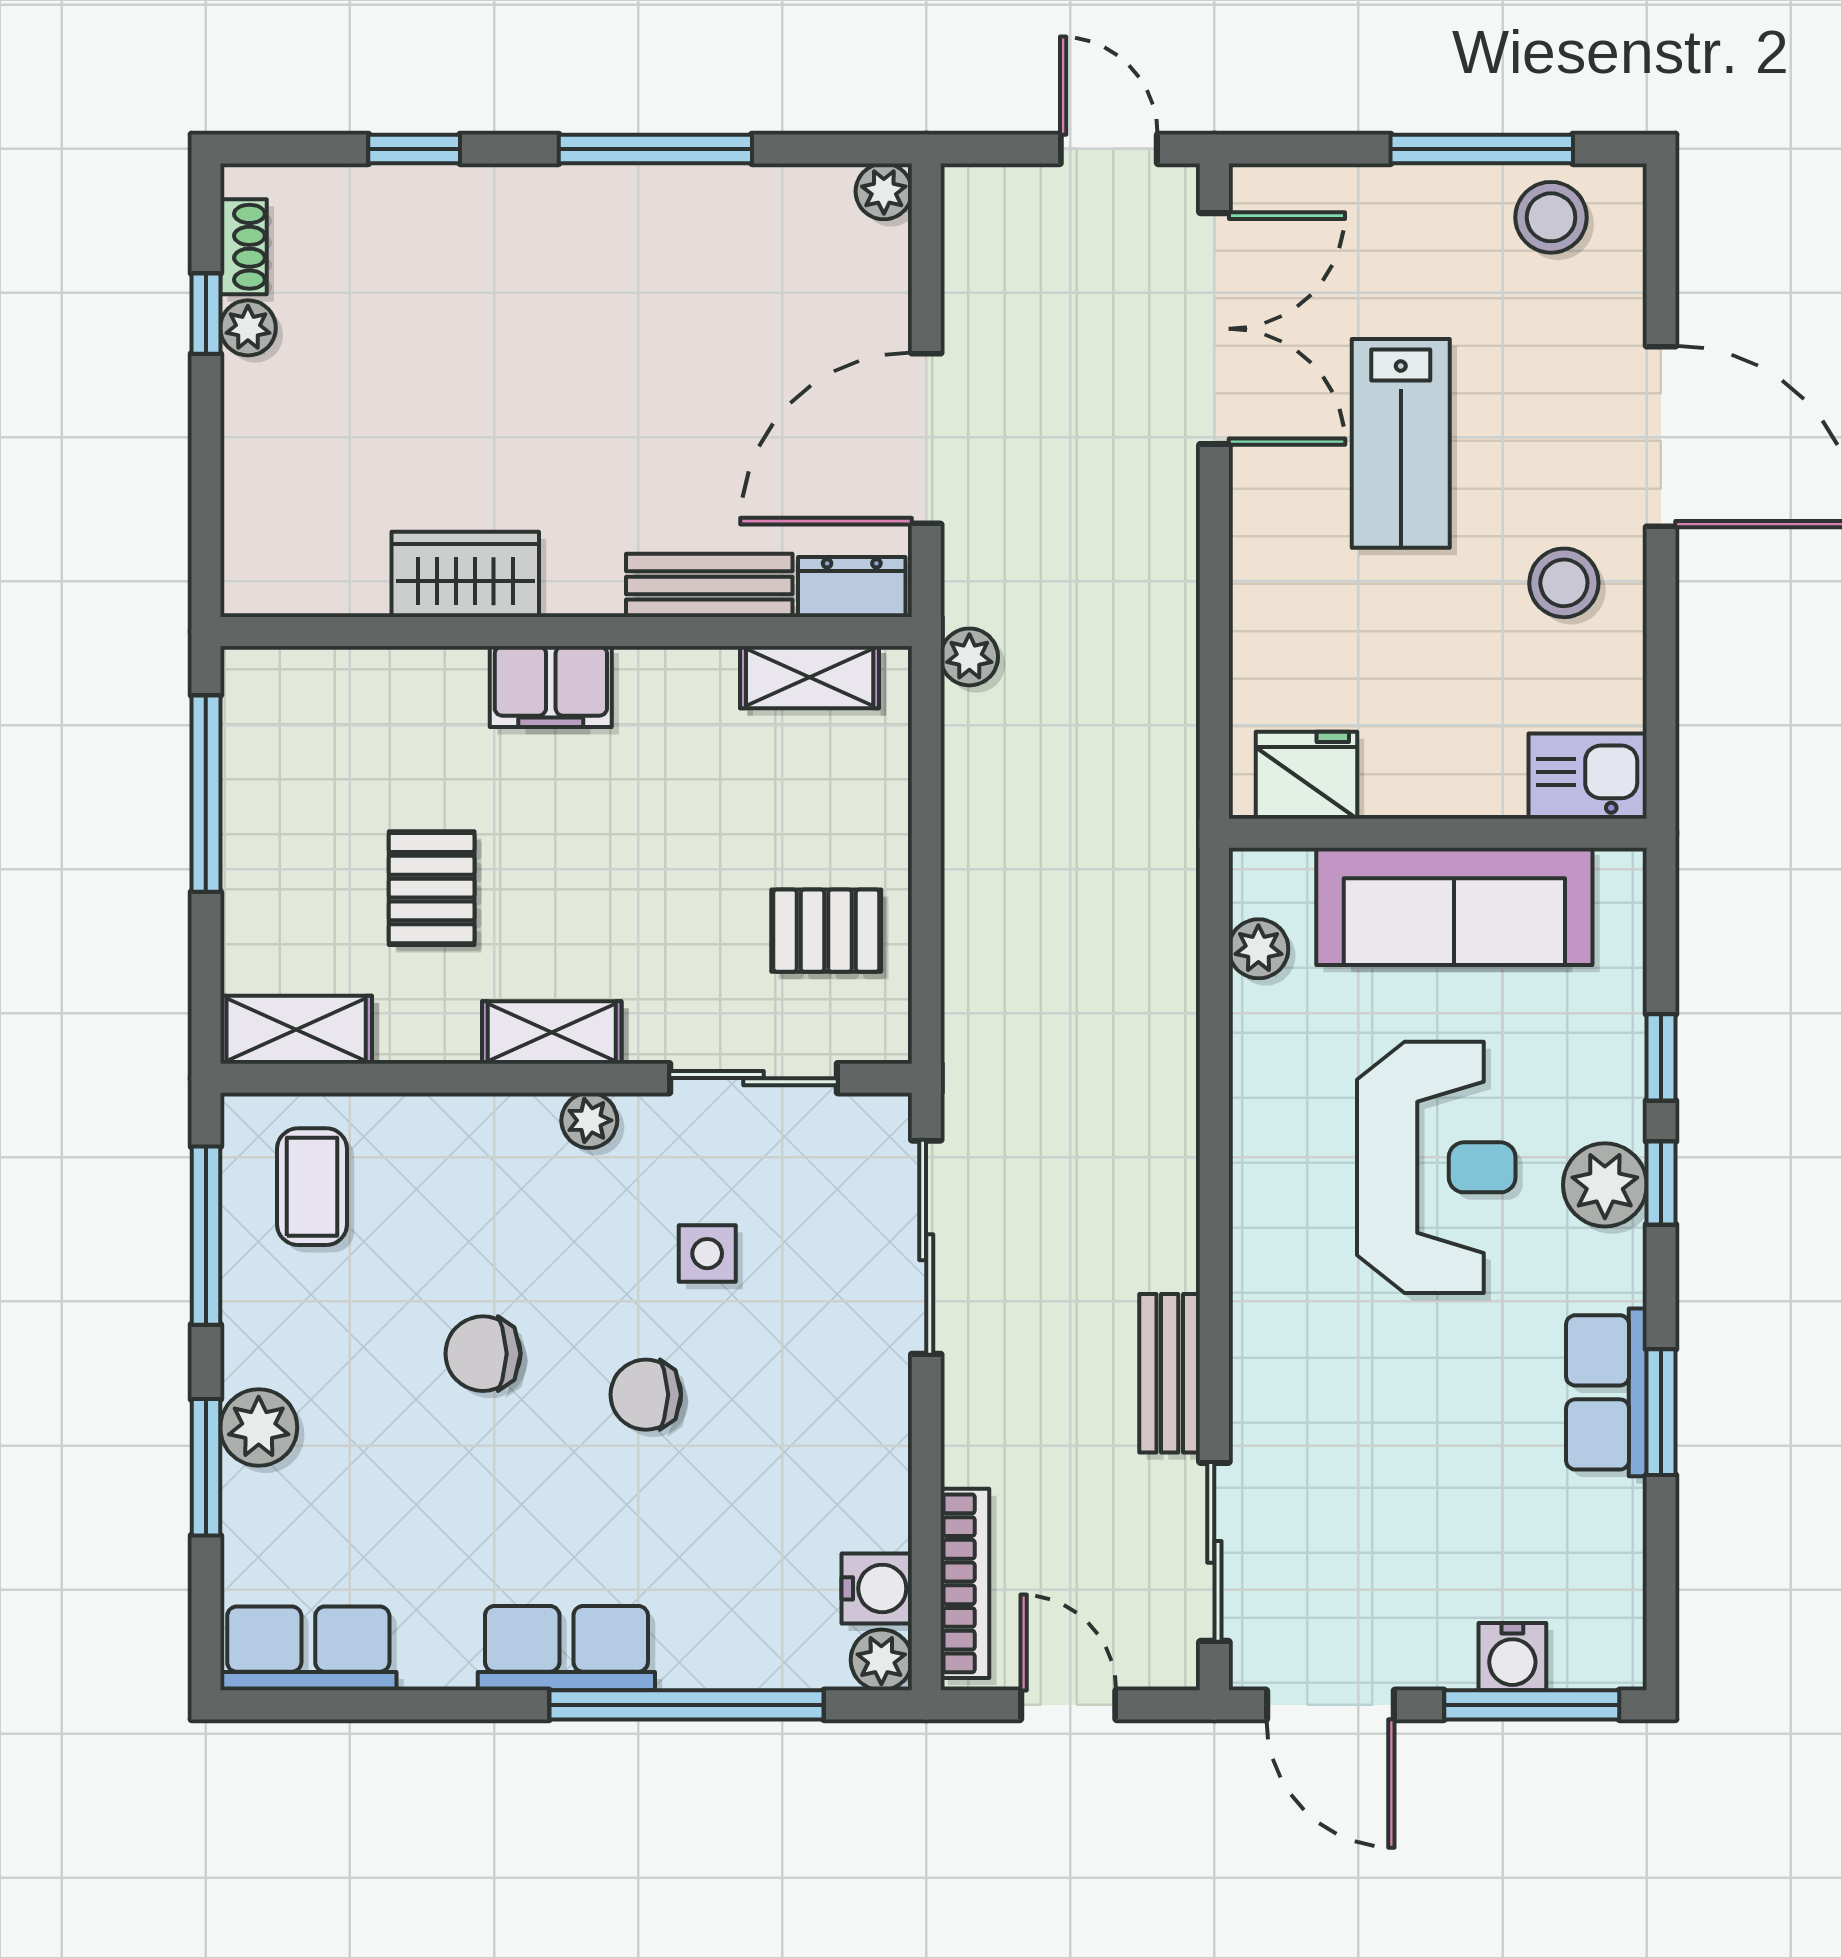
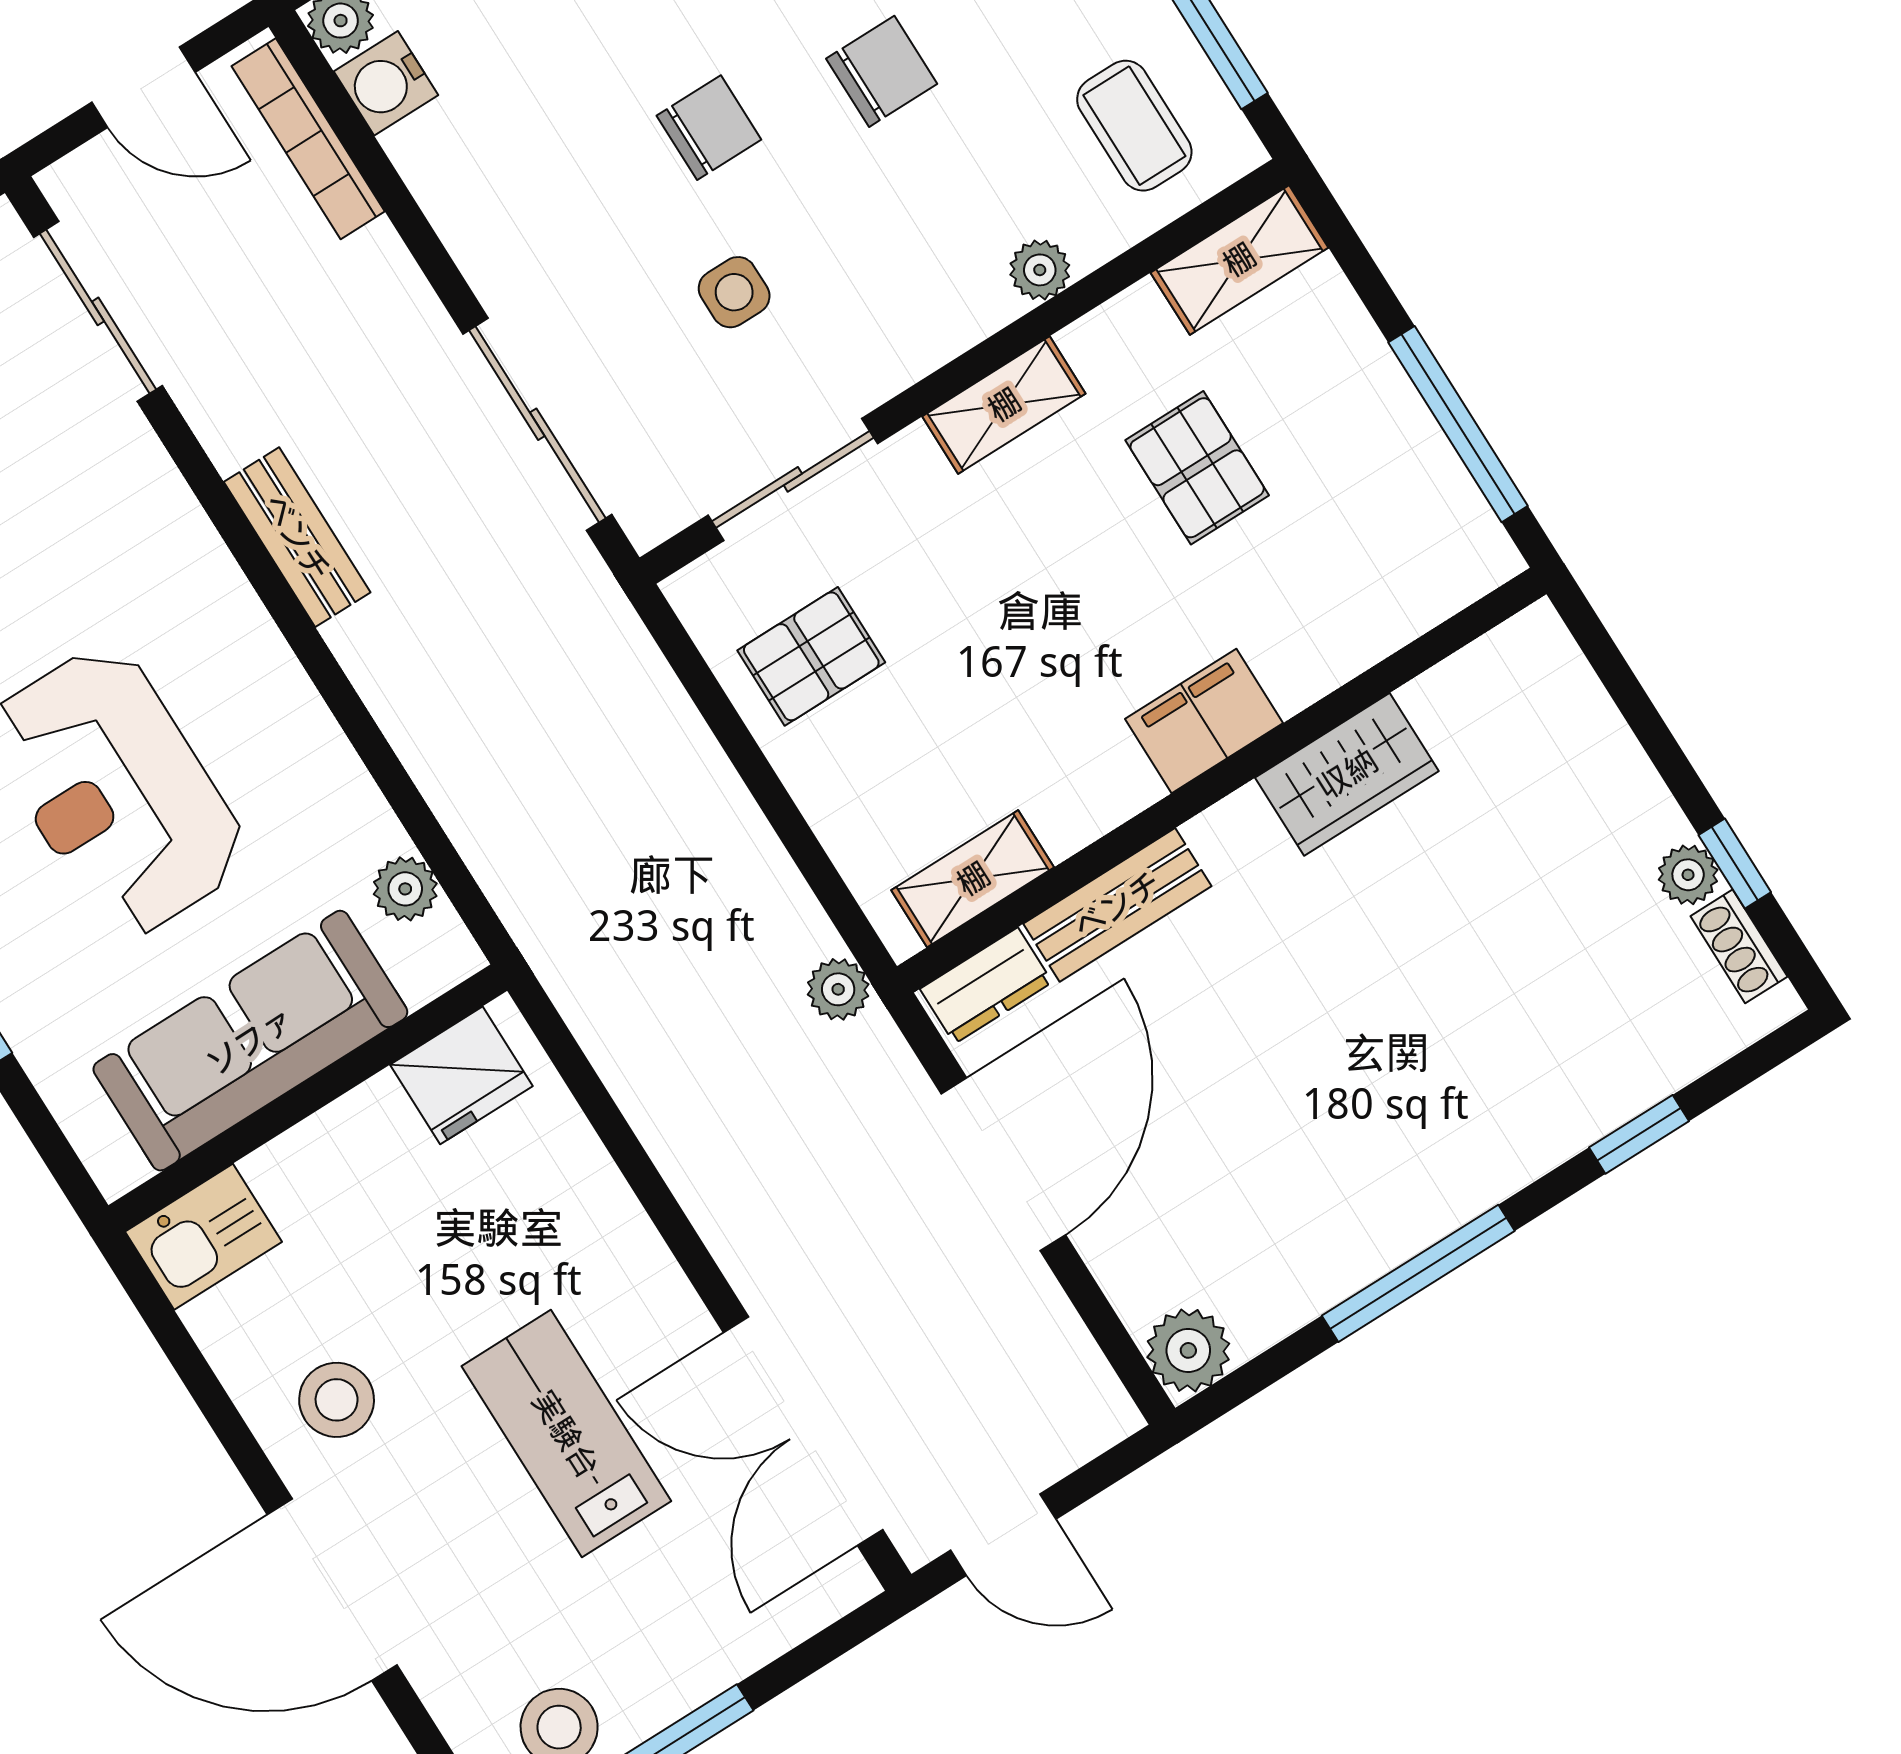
plant: (884, 191) -> (1188, 1350), width x1.38, depth x1.38
plant: (589, 1120) -> (1040, 270), moved
bench: (1170, 1373) -> (297, 537), moved

